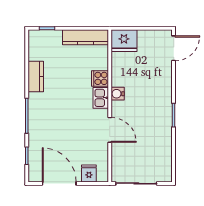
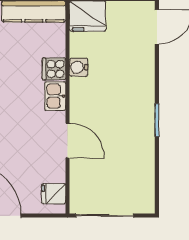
water cooler: (118, 94) -> (79, 67), moved
fridge: (89, 173) -> (54, 194), moved, turned -90

